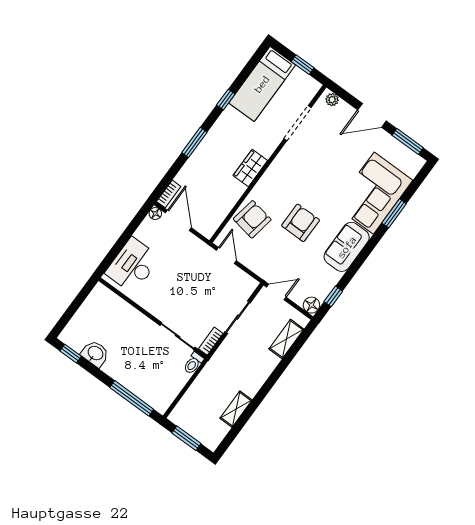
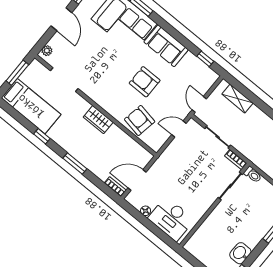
window: (303, 65) -> (17, 73), width x1.50
floor lamp: (155, 214) -> (146, 211), moved
door: (226, 256) -> (179, 129), moved
floor lamp: (311, 305) -> (211, 77), removed

